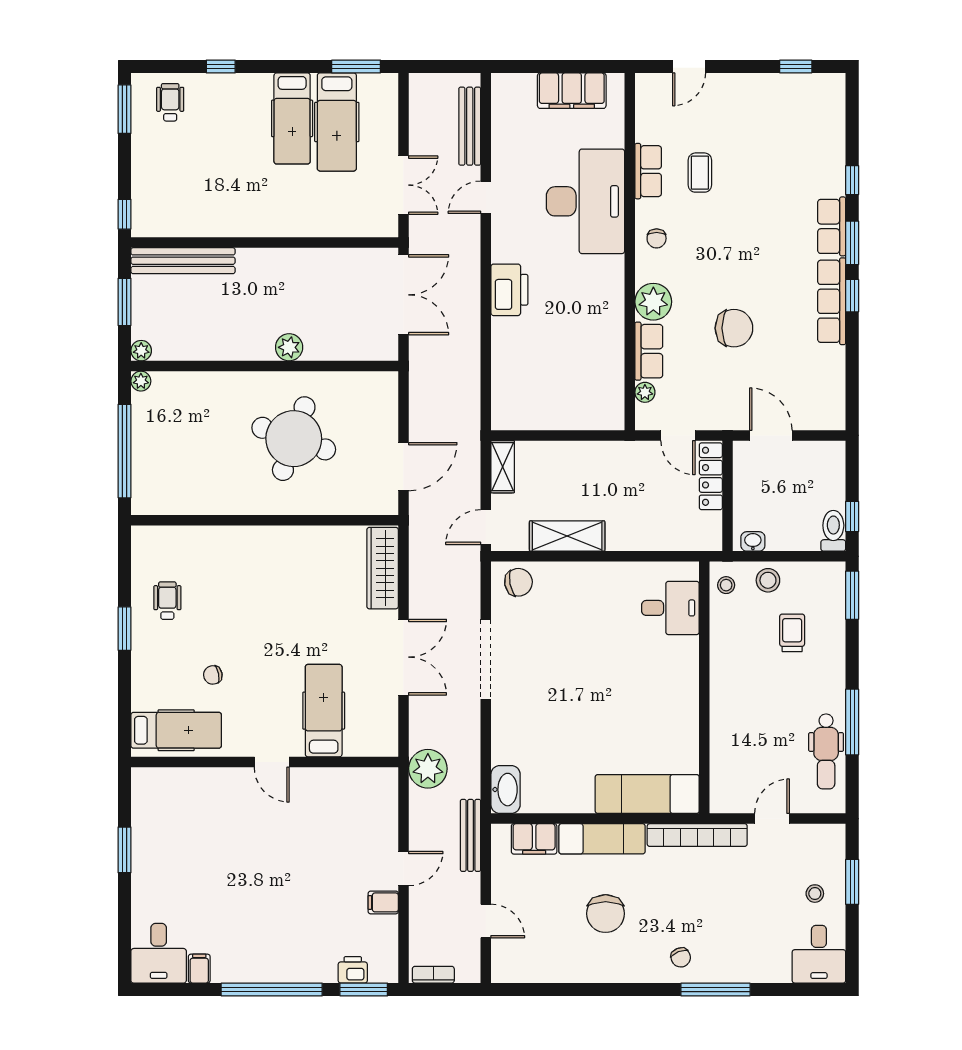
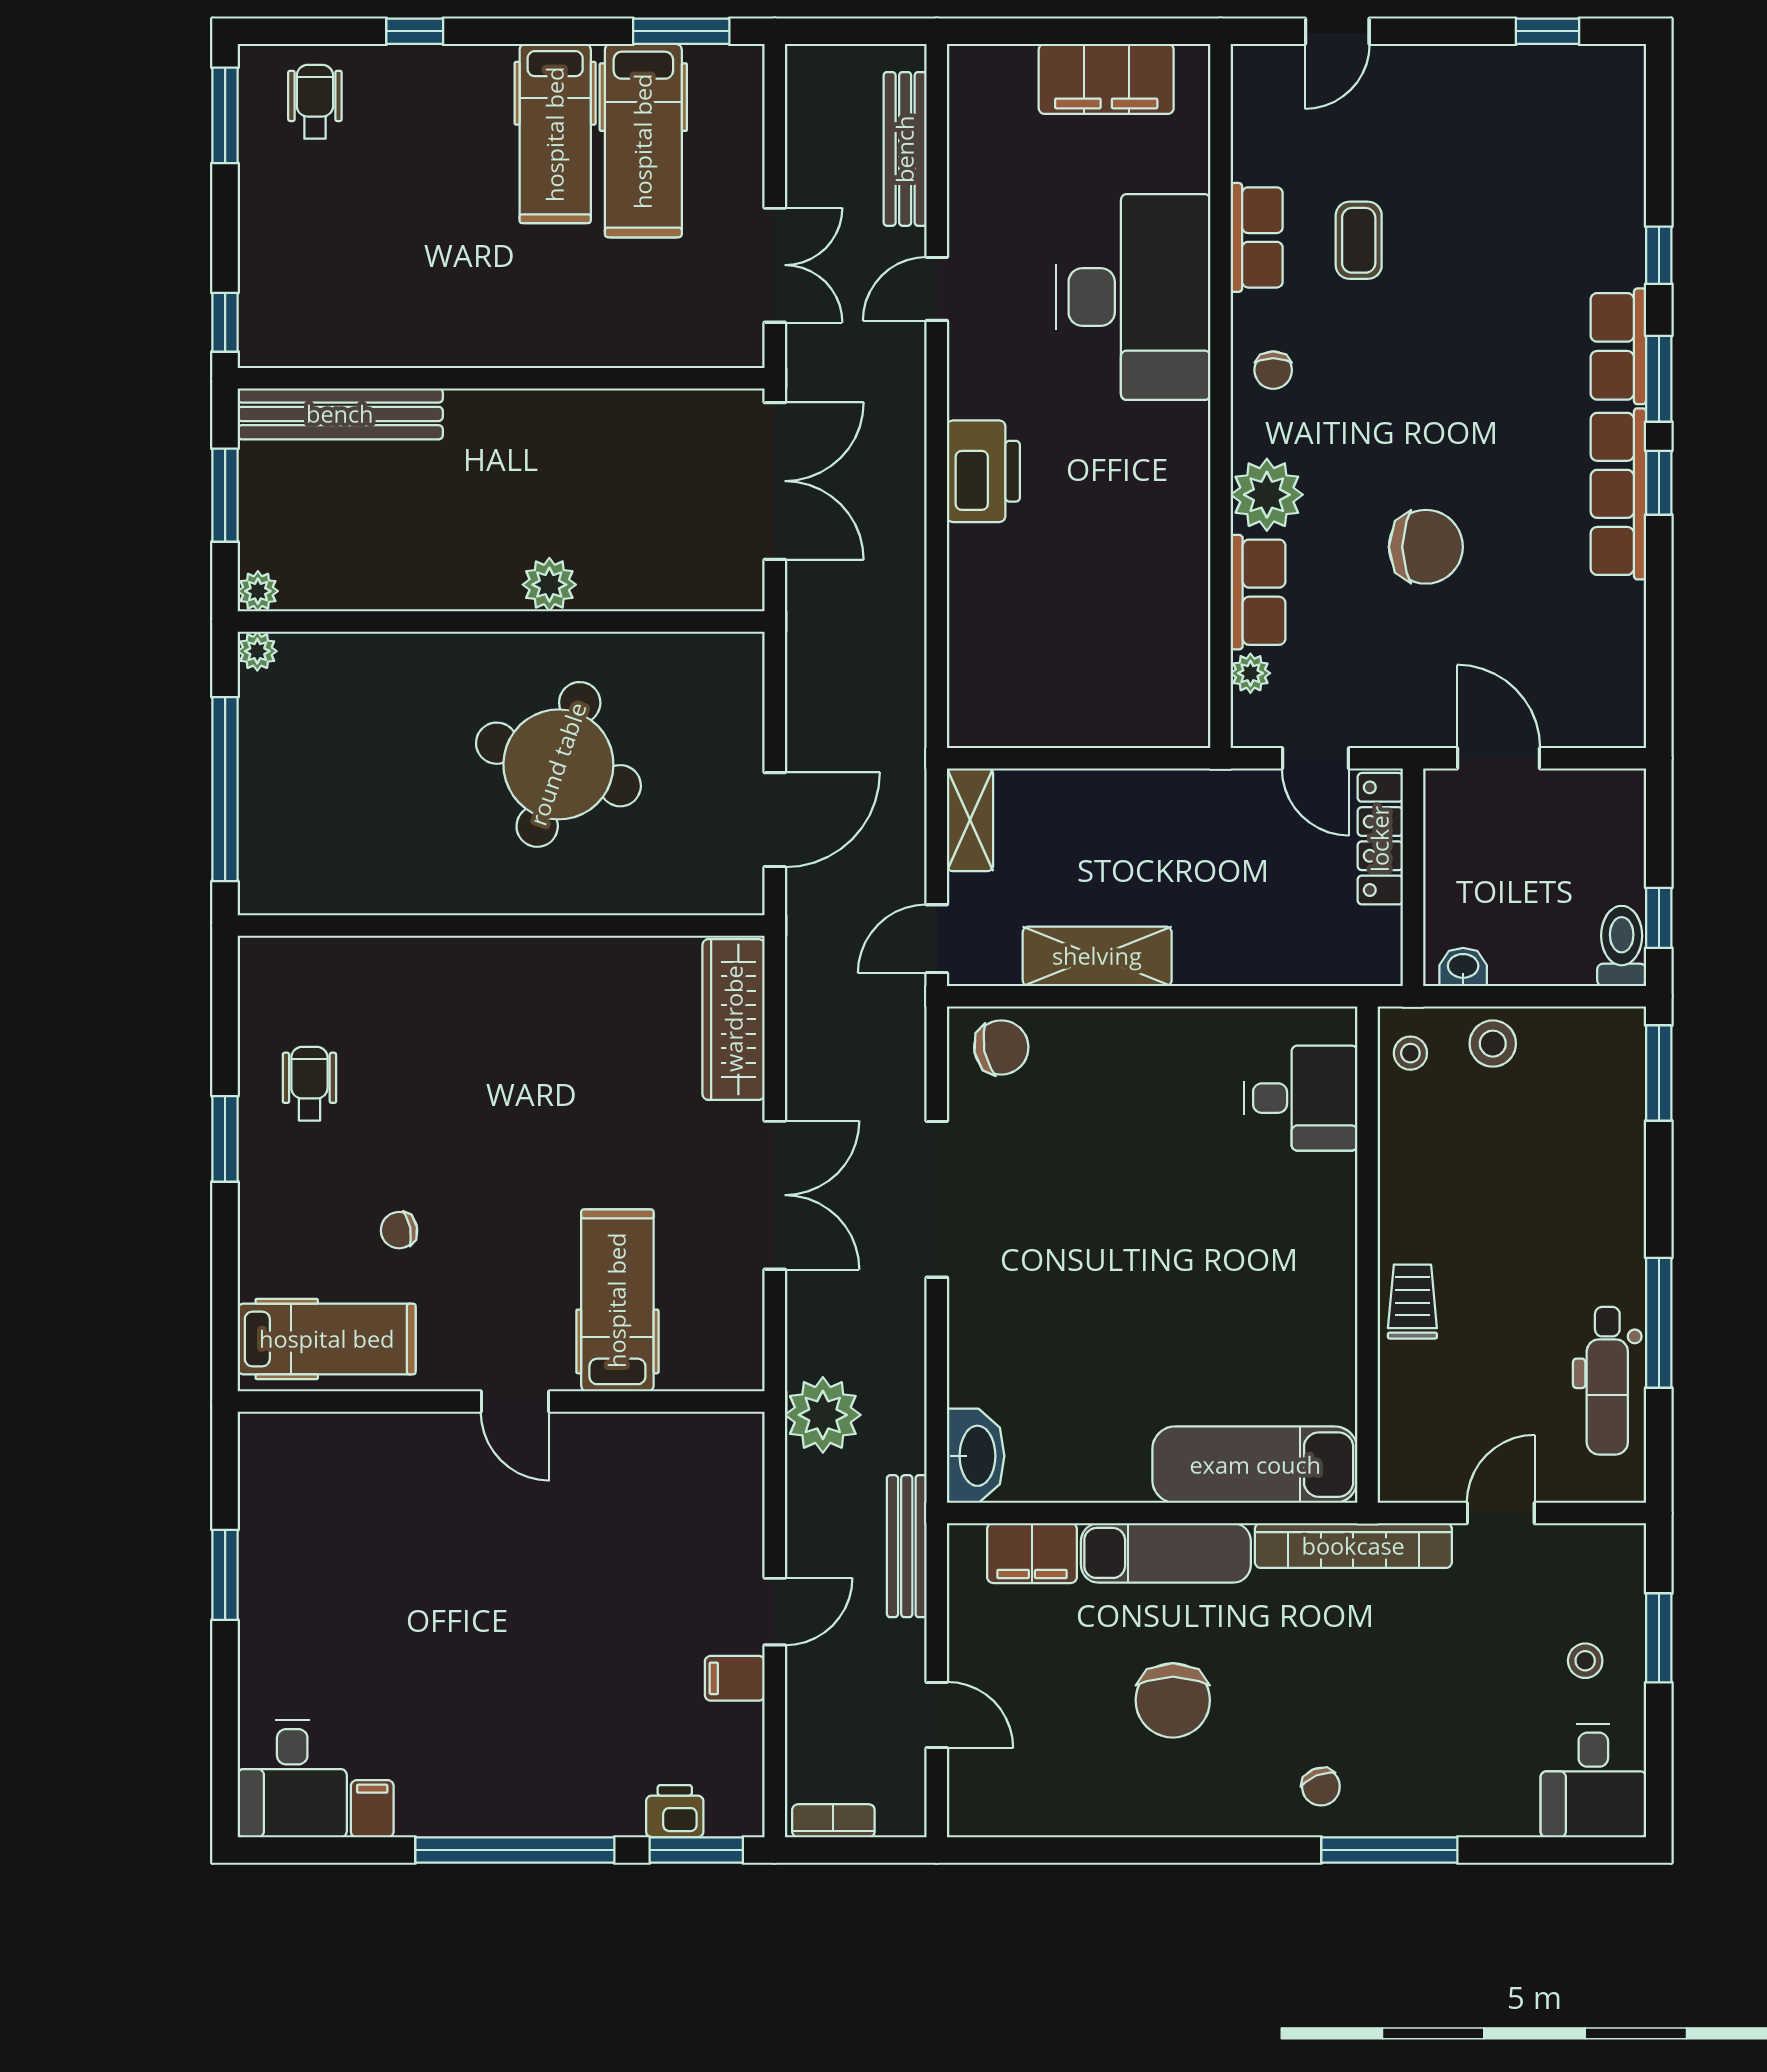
trolley: (792, 633) -> (1412, 1302), moved

